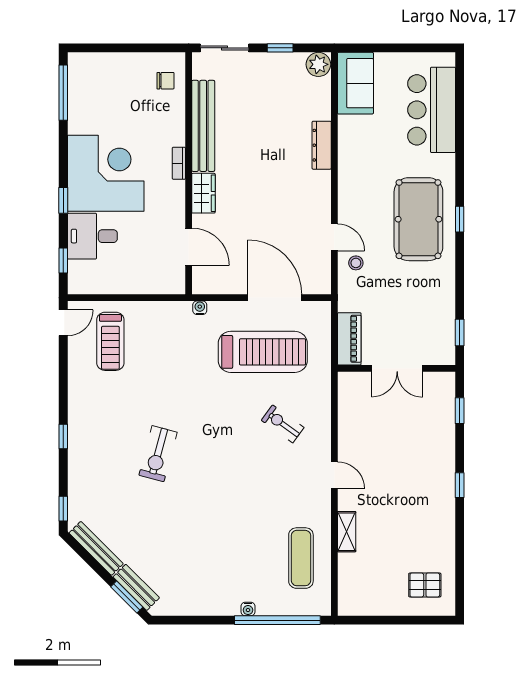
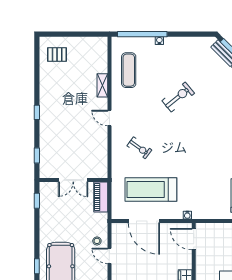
door: (189, 247) -> (194, 239), moved
double door: (397, 368) -> (73, 180), swing flipped
exercise bike: (158, 454) -> (178, 97), moved, turned 36

